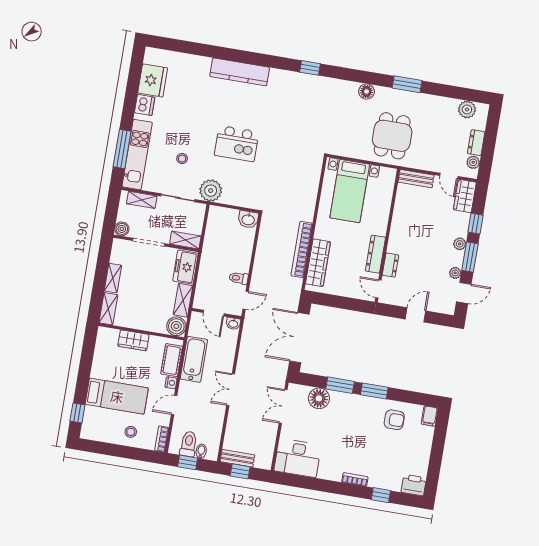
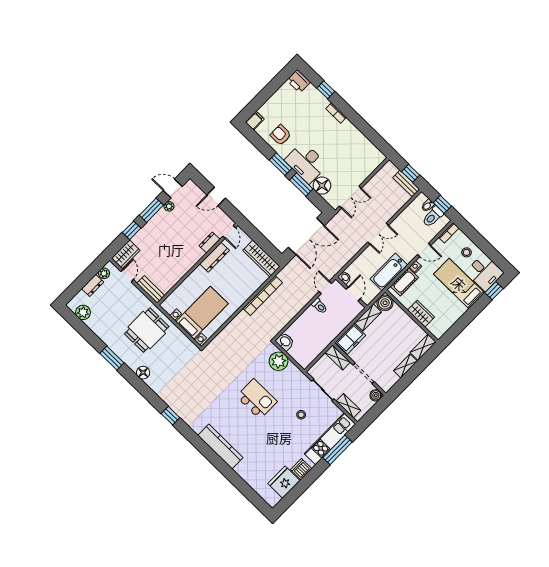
plant: (211, 191) -> (279, 361), moved
plant: (460, 244) -> (152, 224), removed
wardrobe: (318, 263) -> (261, 258), moved, turned -90
door: (246, 300) -> (325, 287), hinge flipped
desk: (99, 424) -> (484, 272), added
desk: (298, 458) -> (306, 163), moved, turned 180

